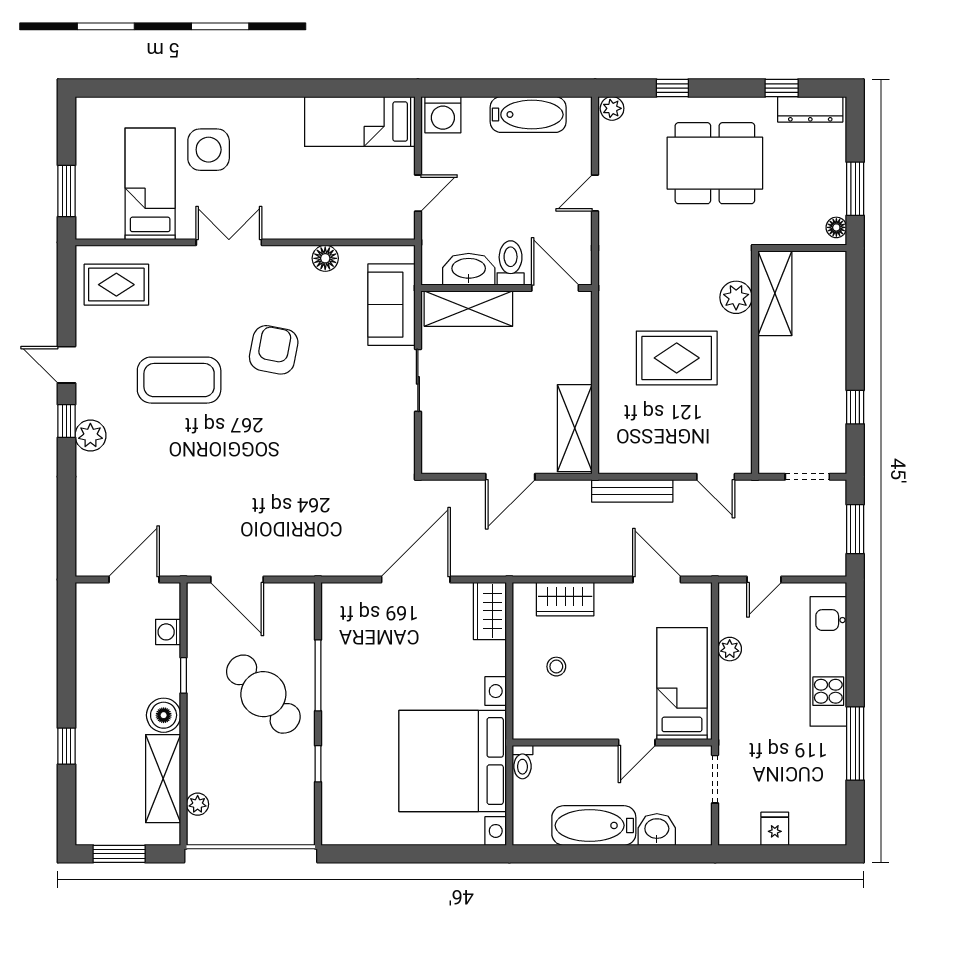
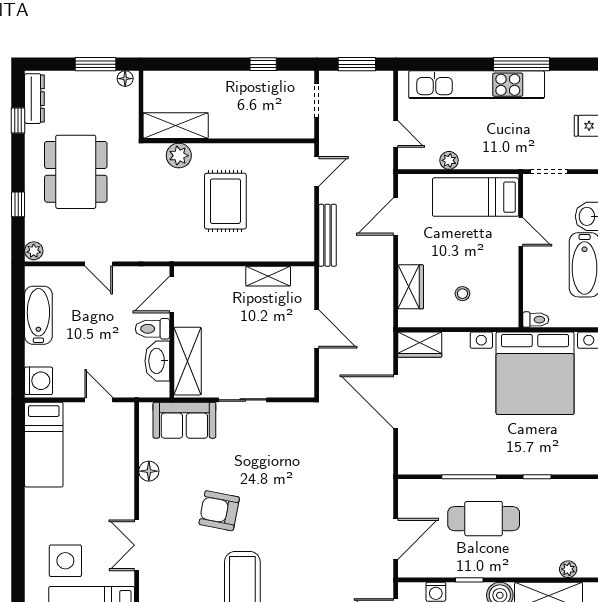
shelving: (575, 428) -> (268, 276), width x0.67, depth x0.75
kitchen unit: (828, 661) -> (477, 85), width x1.36
cafe table: (263, 694) -> (484, 519), turned 42

